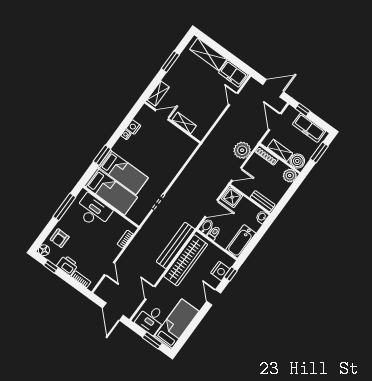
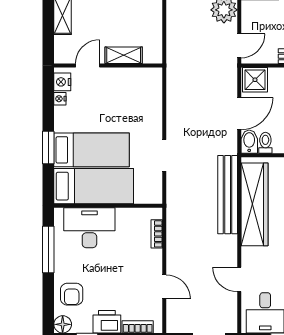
door: (162, 115) -> (88, 66), moved
wall: (172, 122) -> (108, 66), moved
shelving: (184, 123) -> (124, 55), moved

